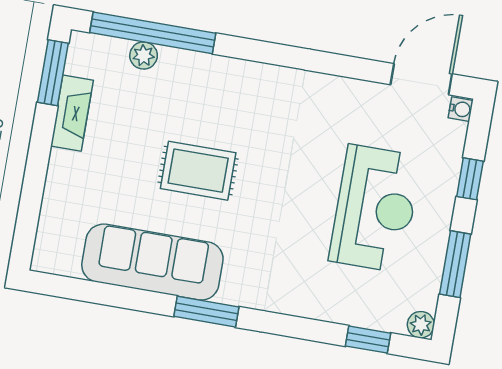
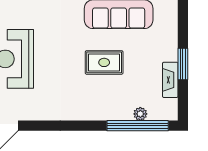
window: (53, 73) -> (183, 64), moved

